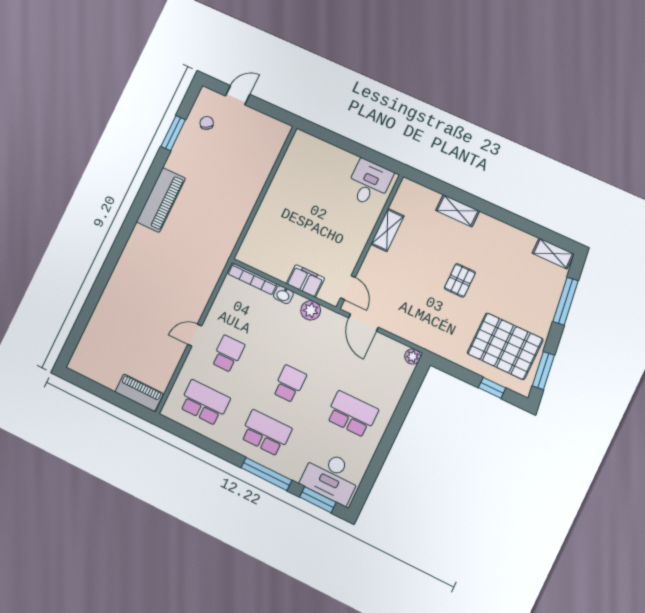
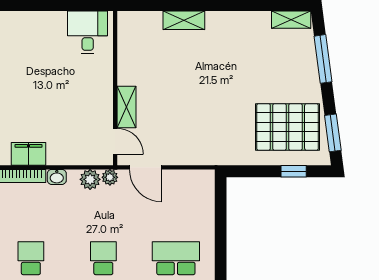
shelving: (387, 230) -> (126, 107), moved
pallet: (460, 280) -> (217, 85), removed
filing cabinet: (305, 281) -> (29, 154), moved
plant: (413, 357) -> (110, 177), moved

